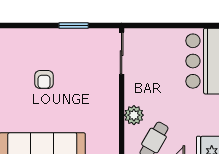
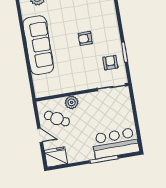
armchair: (85, 49) -> (110, 63), added

